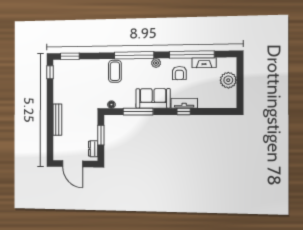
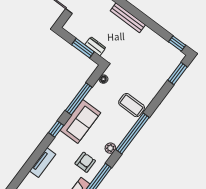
armchair: (179, 73) -> (85, 162), turned 90
tv unit: (184, 103) -> (43, 163), moved
window: (184, 112) -> (56, 129), moved
dresser: (93, 149) -> (95, 46), moved

